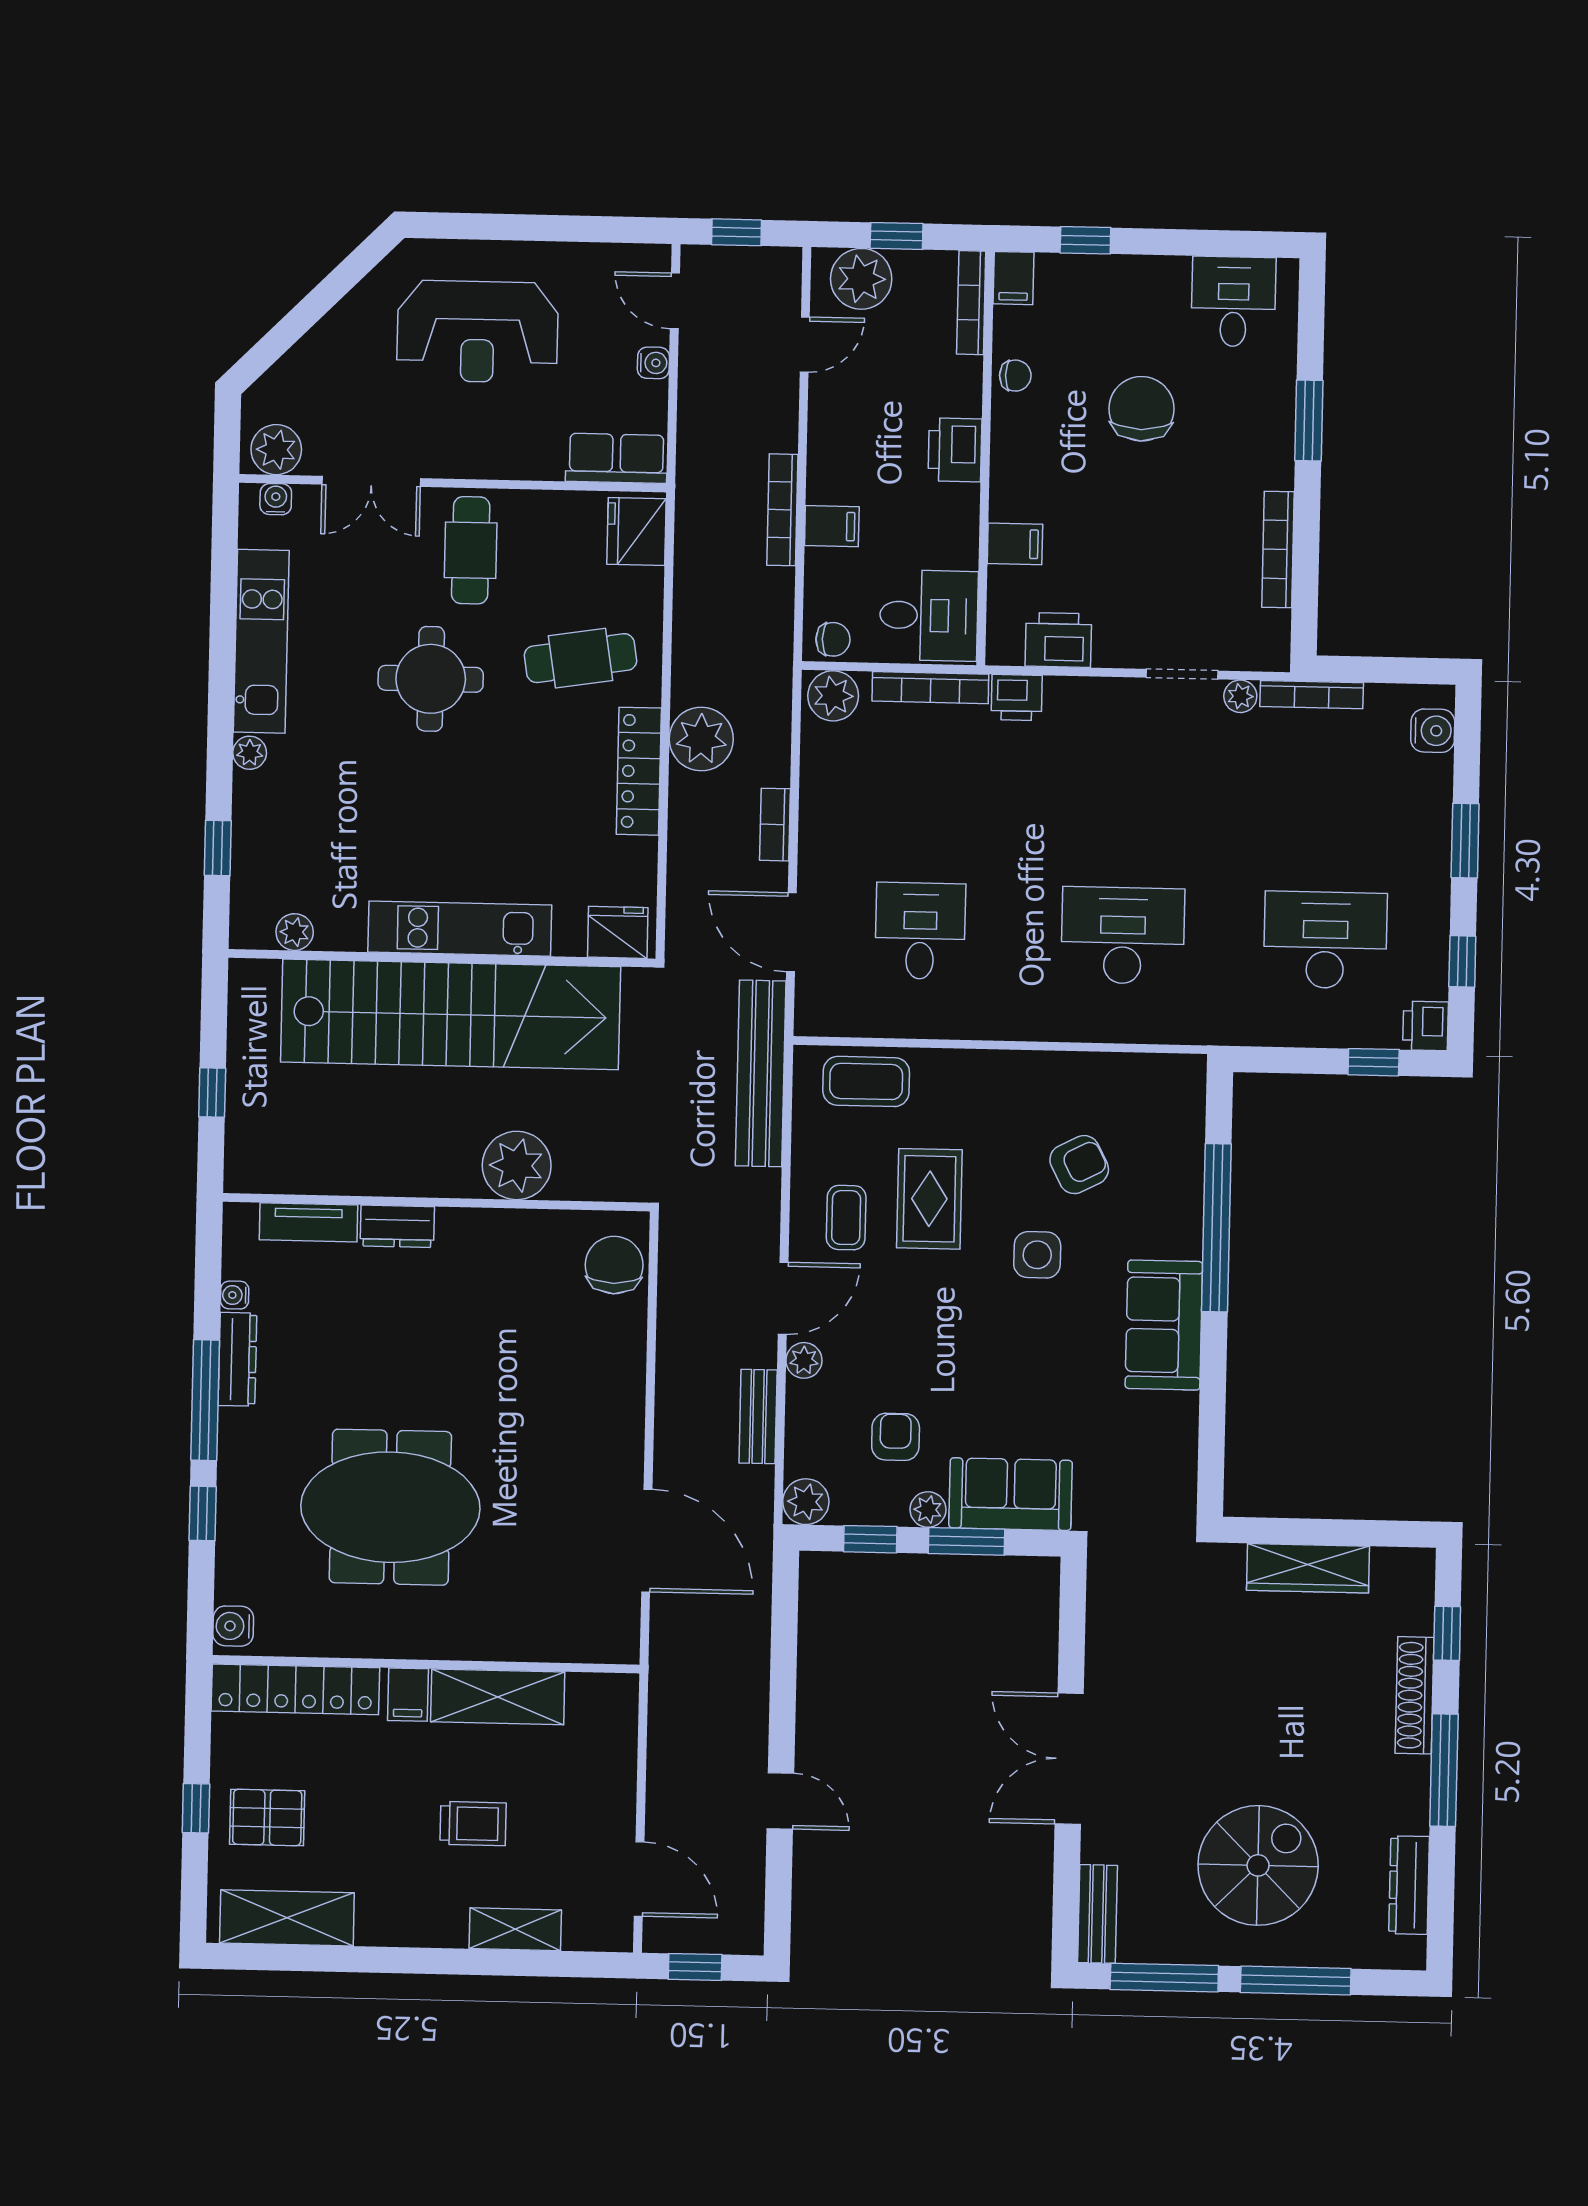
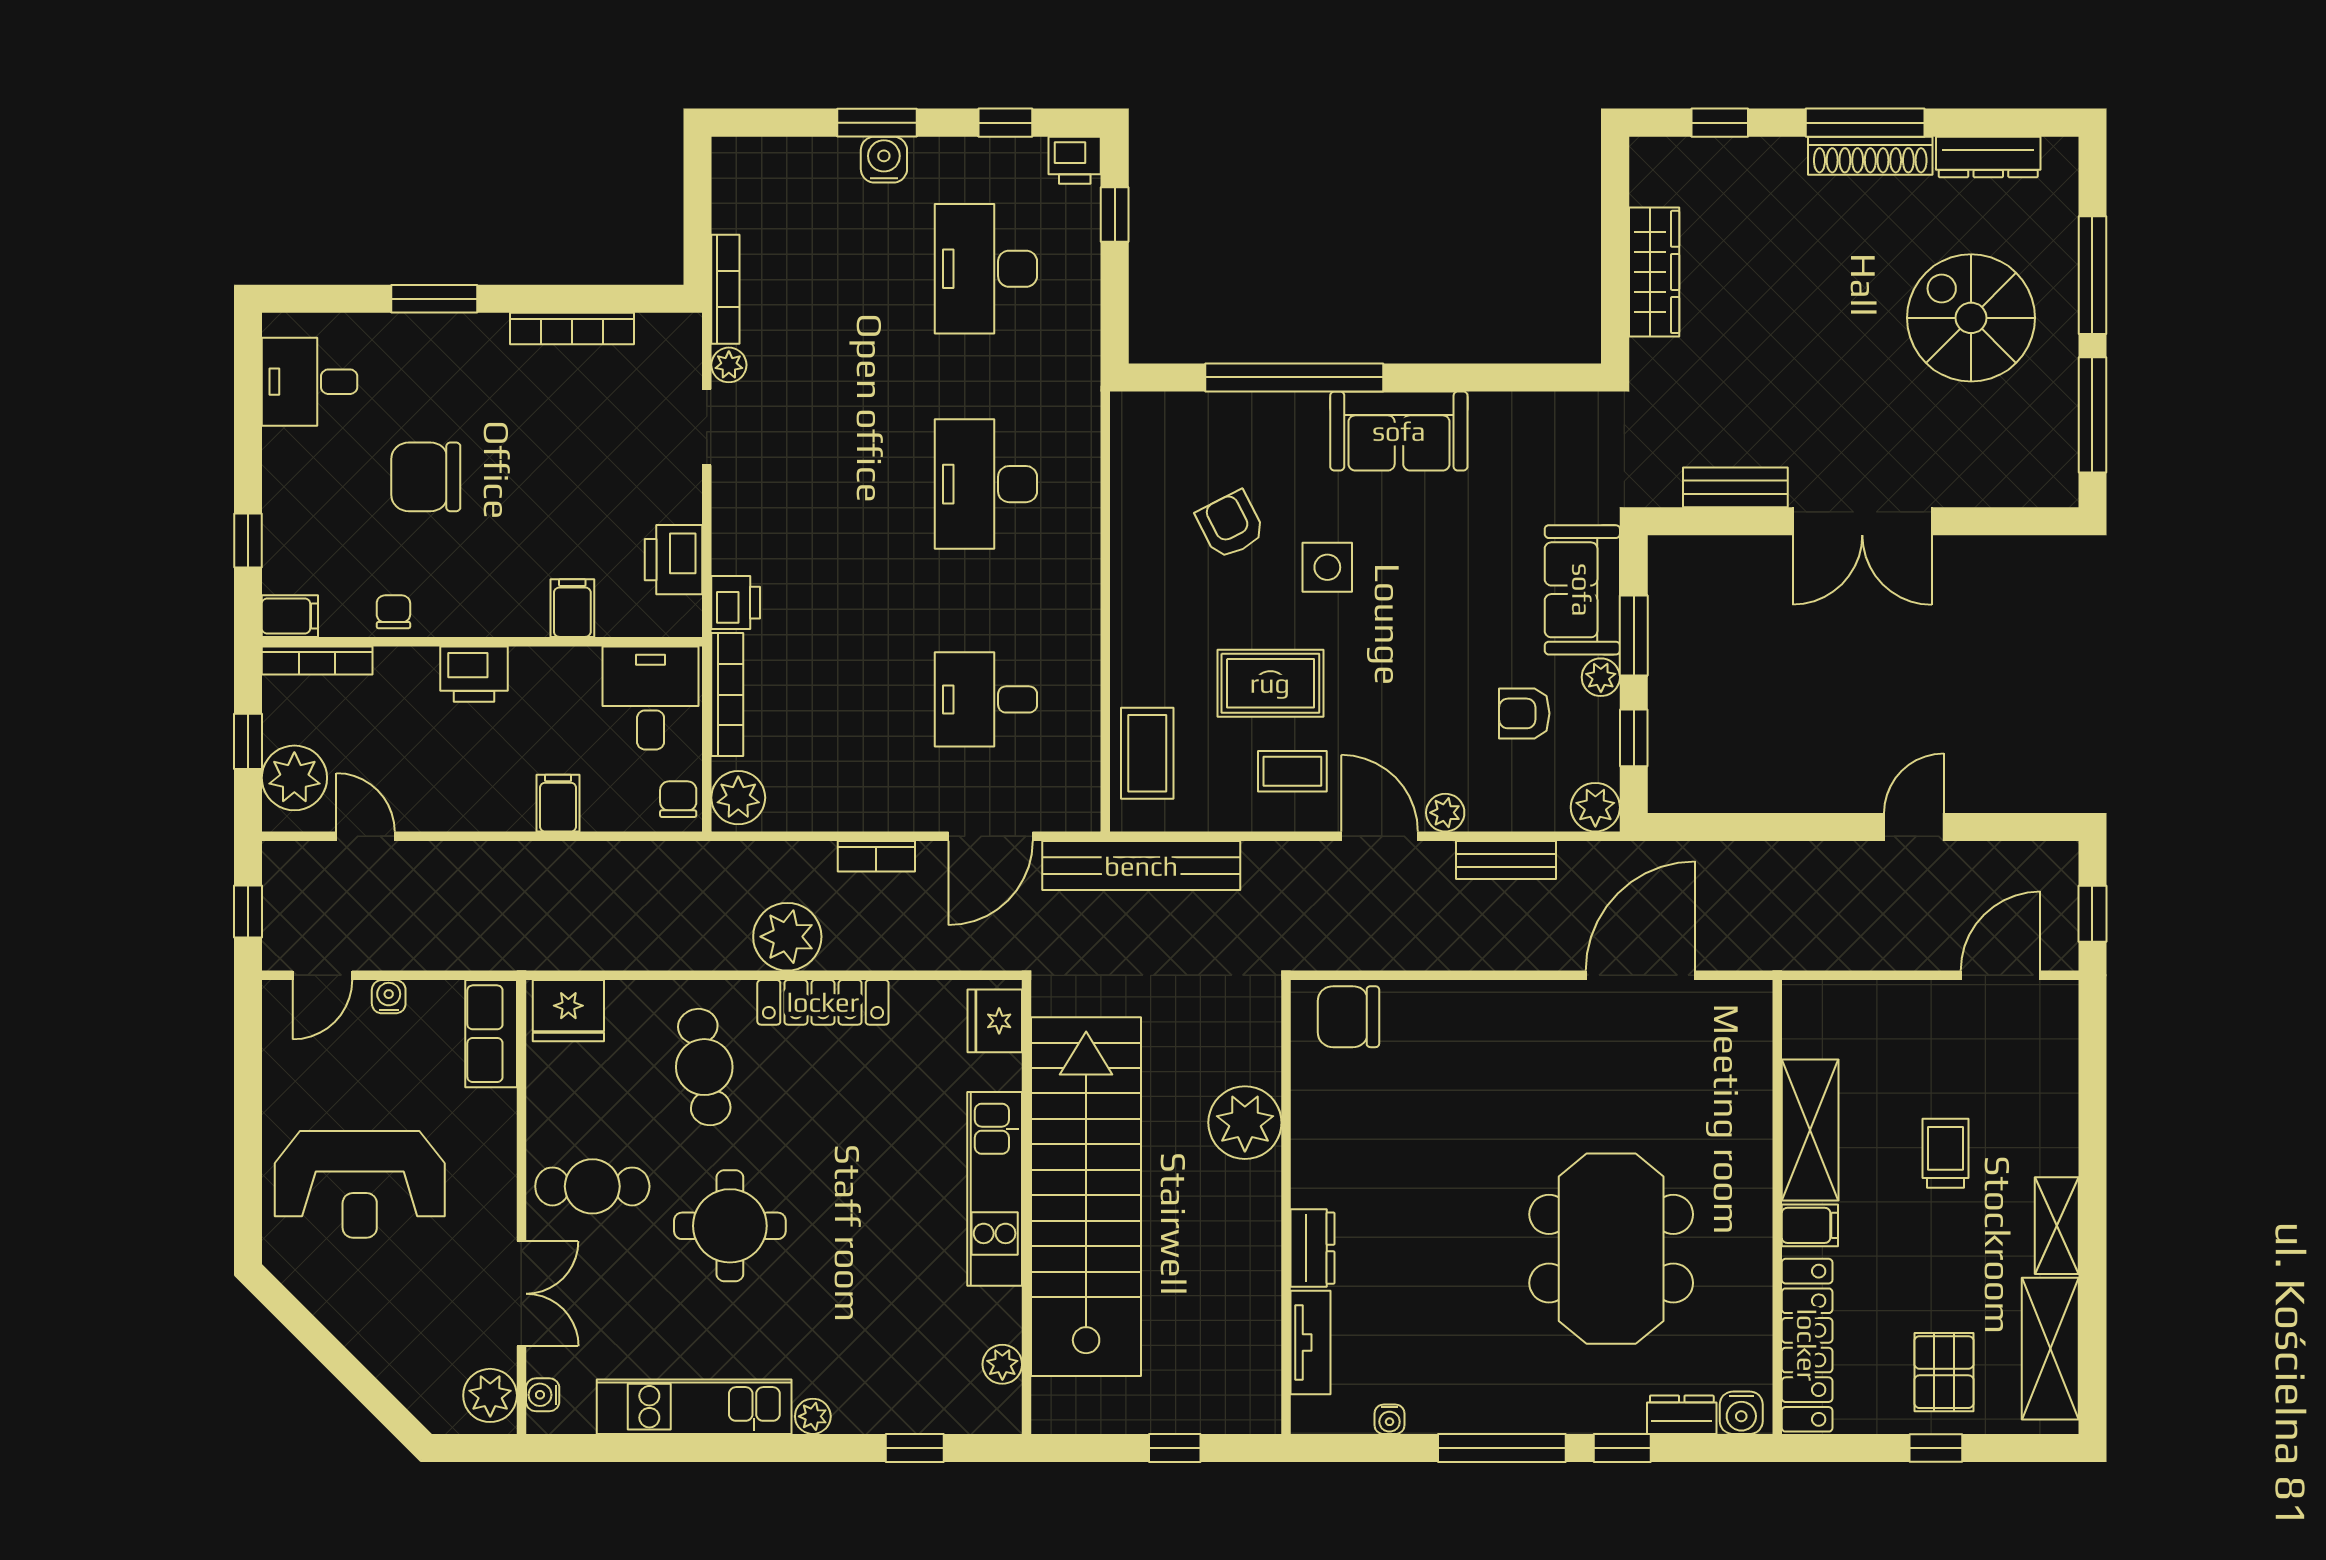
reception desk: (477, 332) -> (360, 1184), turned 90
bookcase: (782, 510) -> (542, 856), removed
water cooler: (1433, 731) -> (884, 160), moved
dresser: (237, 1359) -> (1682, 1415), moved, width x0.70
shoe rack: (1415, 1695) -> (1870, 156), moved
bench: (1097, 1914) -> (1735, 487), moved
shelving: (515, 1929) -> (2057, 1226), moved

